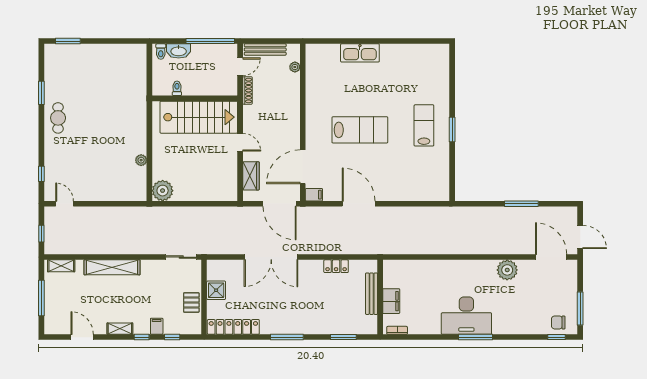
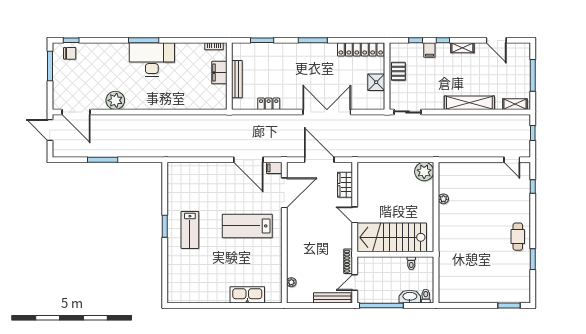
plant: (295, 67) -> (291, 282), moved
wall: (303, 122) -> (284, 233), moved
door: (303, 167) -> (284, 193), moved
filing cabinet: (314, 195) -> (274, 168), moved

